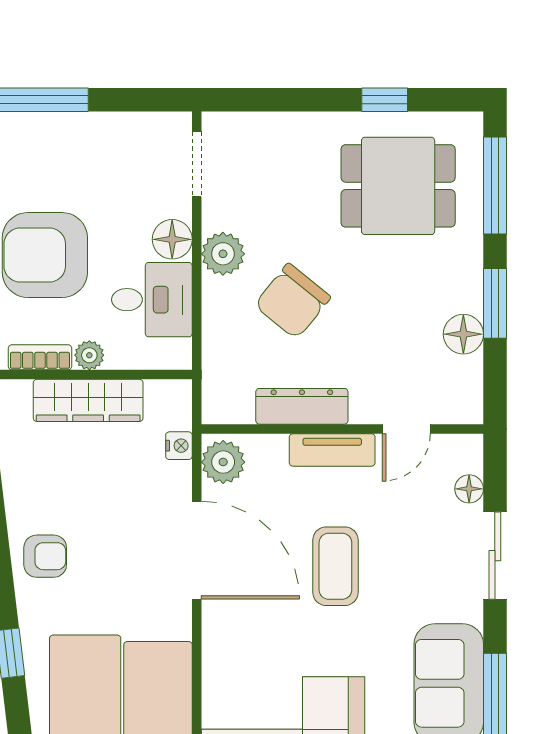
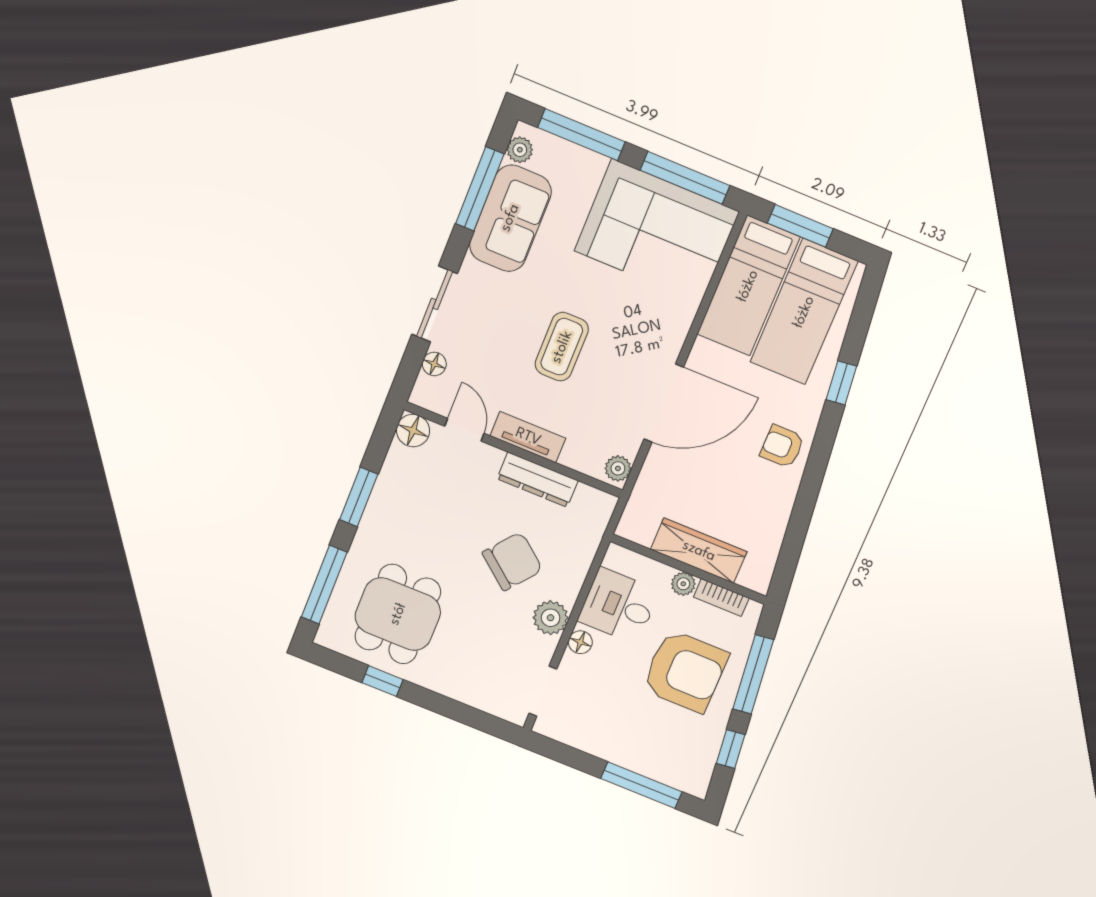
dining table: (398, 186) -> (398, 614), turned 90
floor lamp: (172, 239) -> (580, 642), width x0.73, depth x0.73
floor lamp: (463, 334) -> (413, 431), moved
door: (406, 429) -> (464, 430), hinge flipped
nightstand: (179, 446) -> (644, 488), removed
plant: (223, 462) -> (618, 468), width x0.73, depth x0.73
door: (197, 550) -> (664, 403), swing flipped

